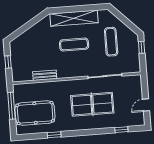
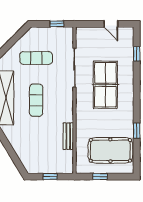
window: (142, 47) -> (57, 24), moved
window: (11, 106) -> (100, 177), width x0.46
pool table: (35, 113) -> (110, 150), turned 90

